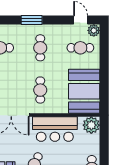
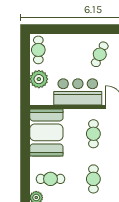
plant: (91, 125) -> (39, 79), moved

